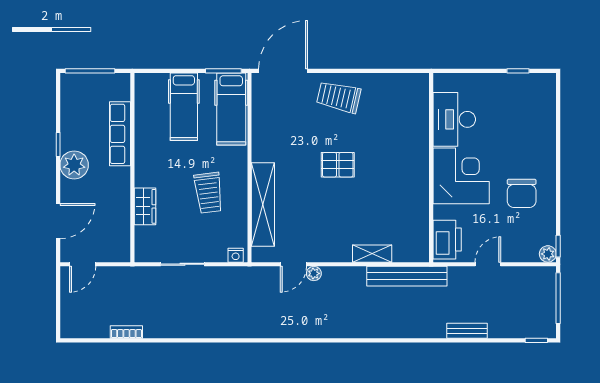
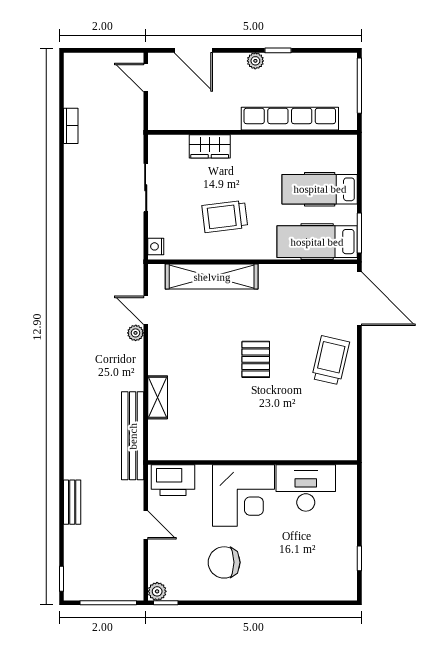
row of seats: (120, 134) -> (290, 119), width x1.36
plant: (74, 165) -> (255, 61), width x0.53, depth x0.53

